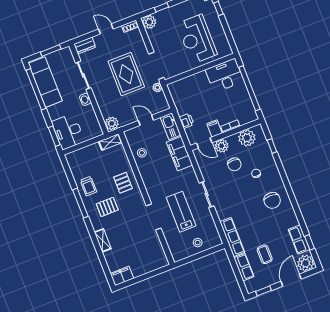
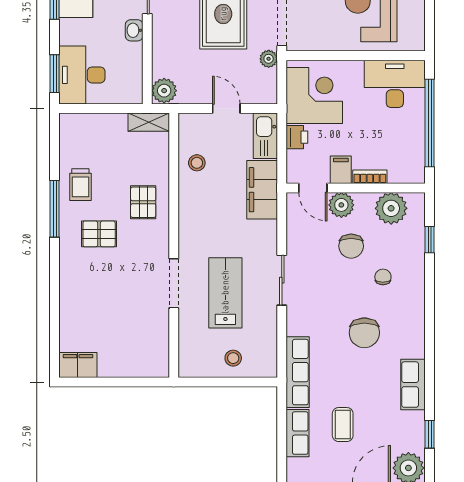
corner desk: (187, 97) -> (314, 95), added
chair: (272, 200) -> (364, 333), moved
row of seats: (299, 239) -> (413, 385), moved
shelving: (103, 240) -> (68, 290), removed

